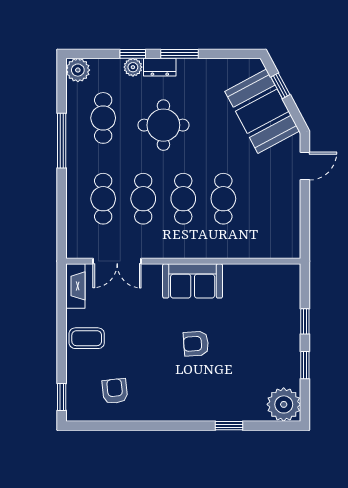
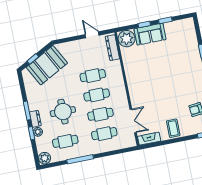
door: (305, 166) -> (92, 35), moved
dresser: (271, 249) -> (112, 48), added
sofa: (193, 281) -> (150, 34), moved, turned 90
armchair: (196, 344) -> (165, 75), removed
plant: (284, 404) -> (127, 39), moved

